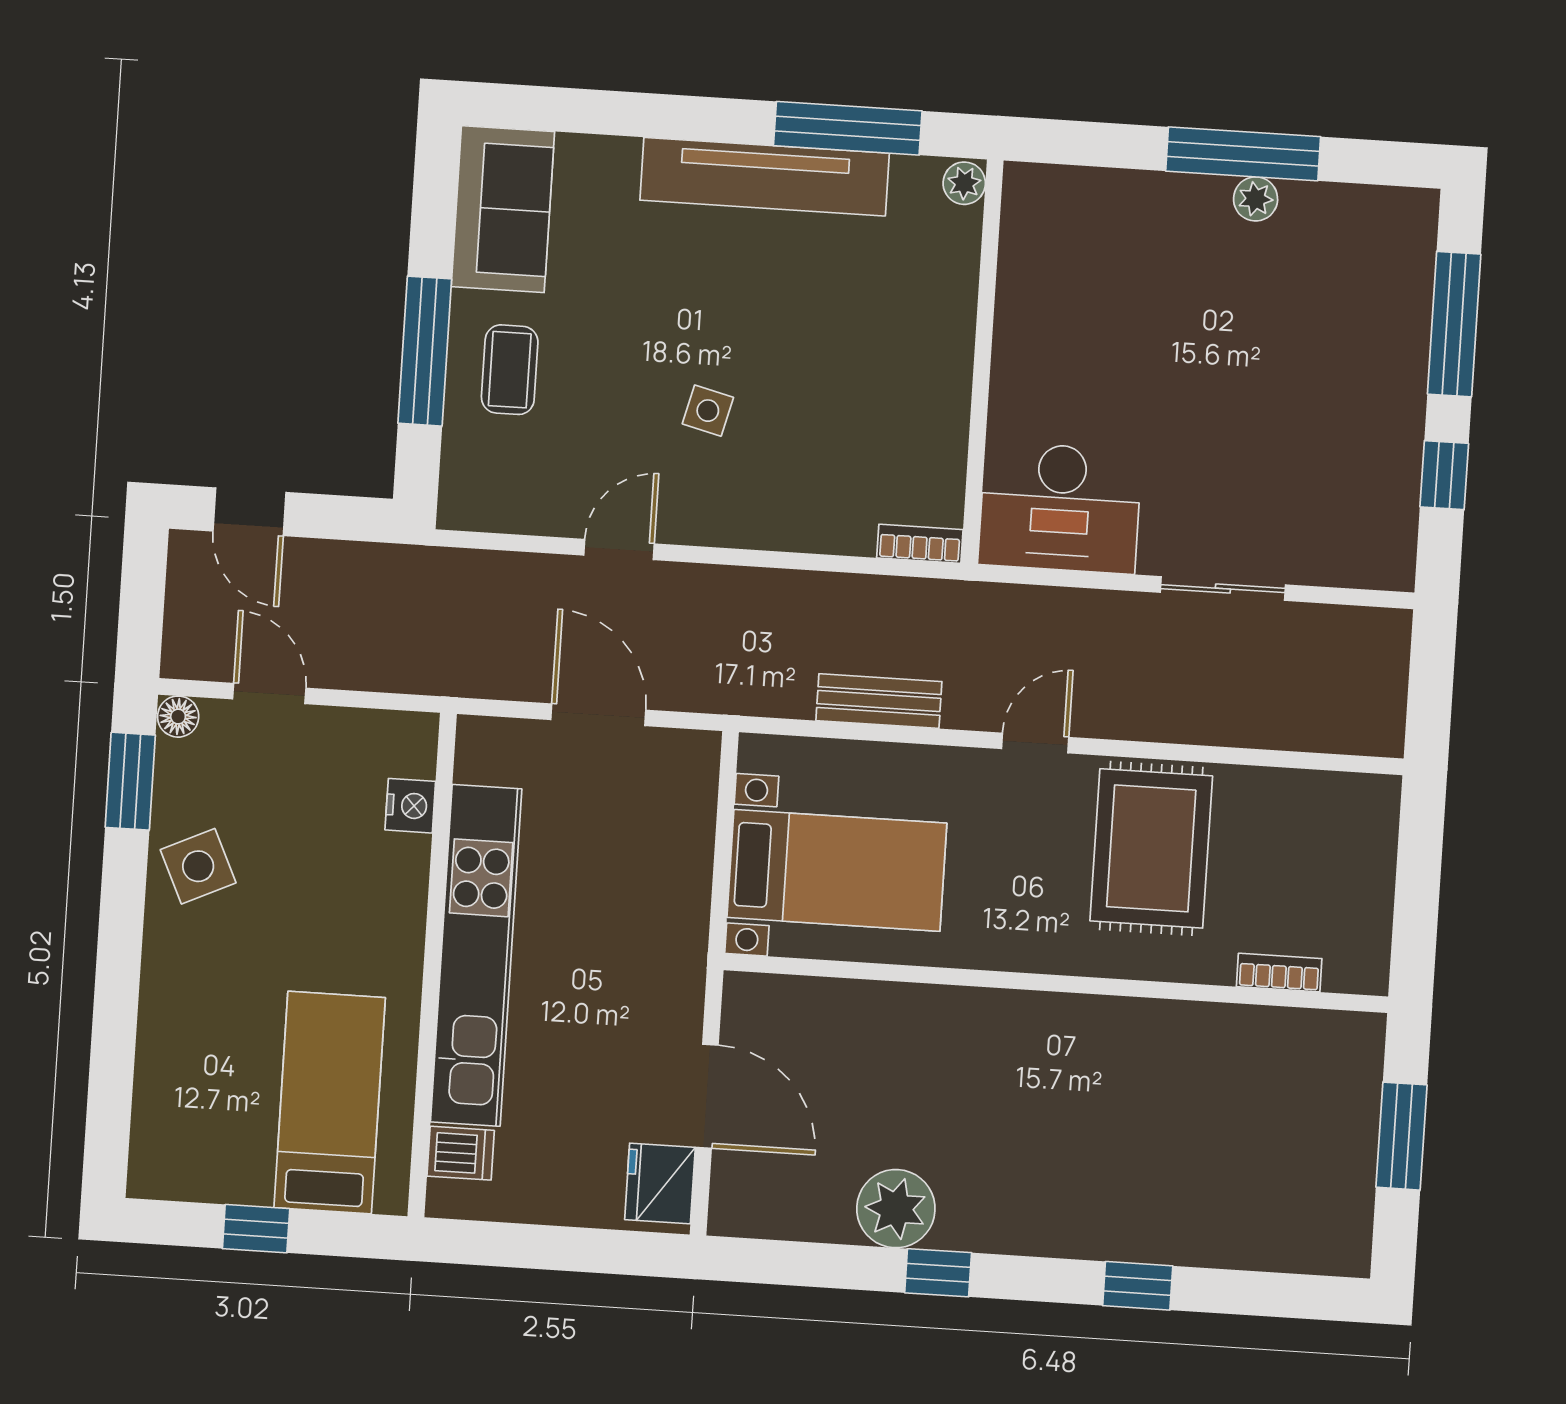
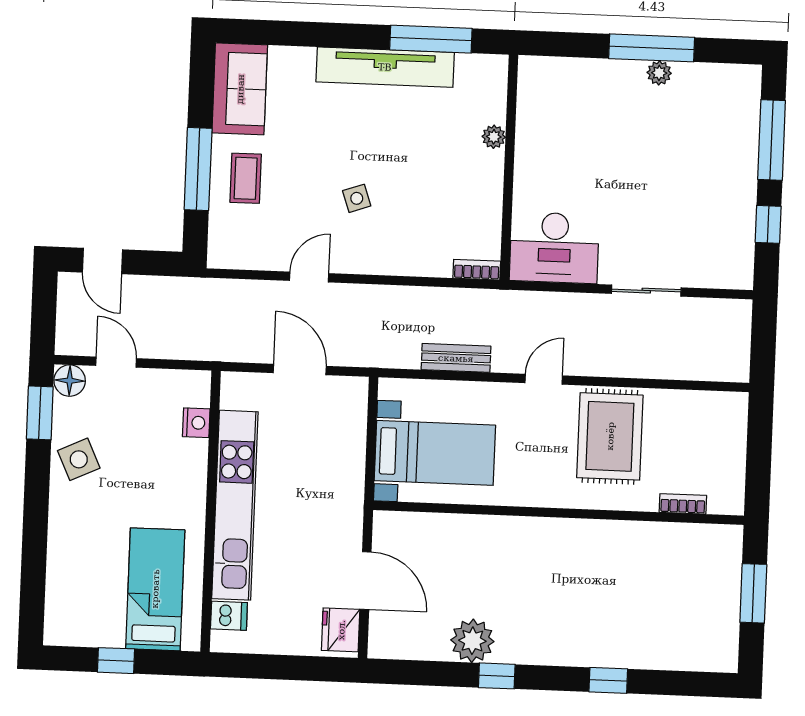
plant: (964, 183) -> (494, 137), moved
side table: (708, 411) -> (357, 198), turned -33
floor lamp: (178, 717) -> (70, 381), width x1.37, depth x1.37

